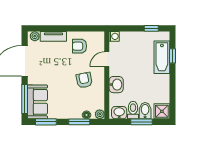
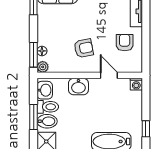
window: (79, 122) -> (34, 55), moved

